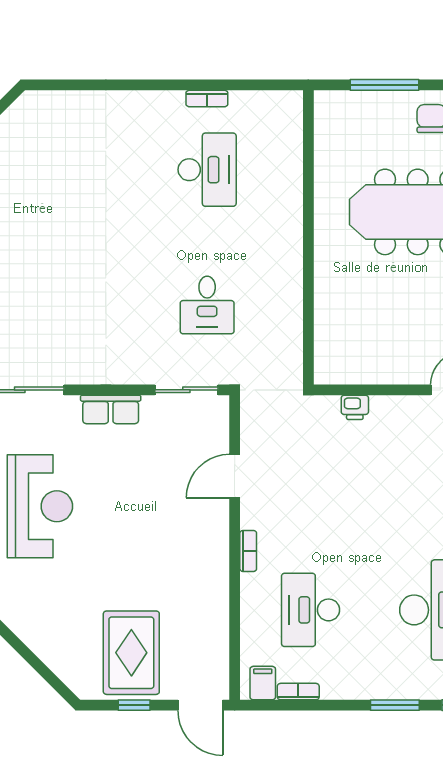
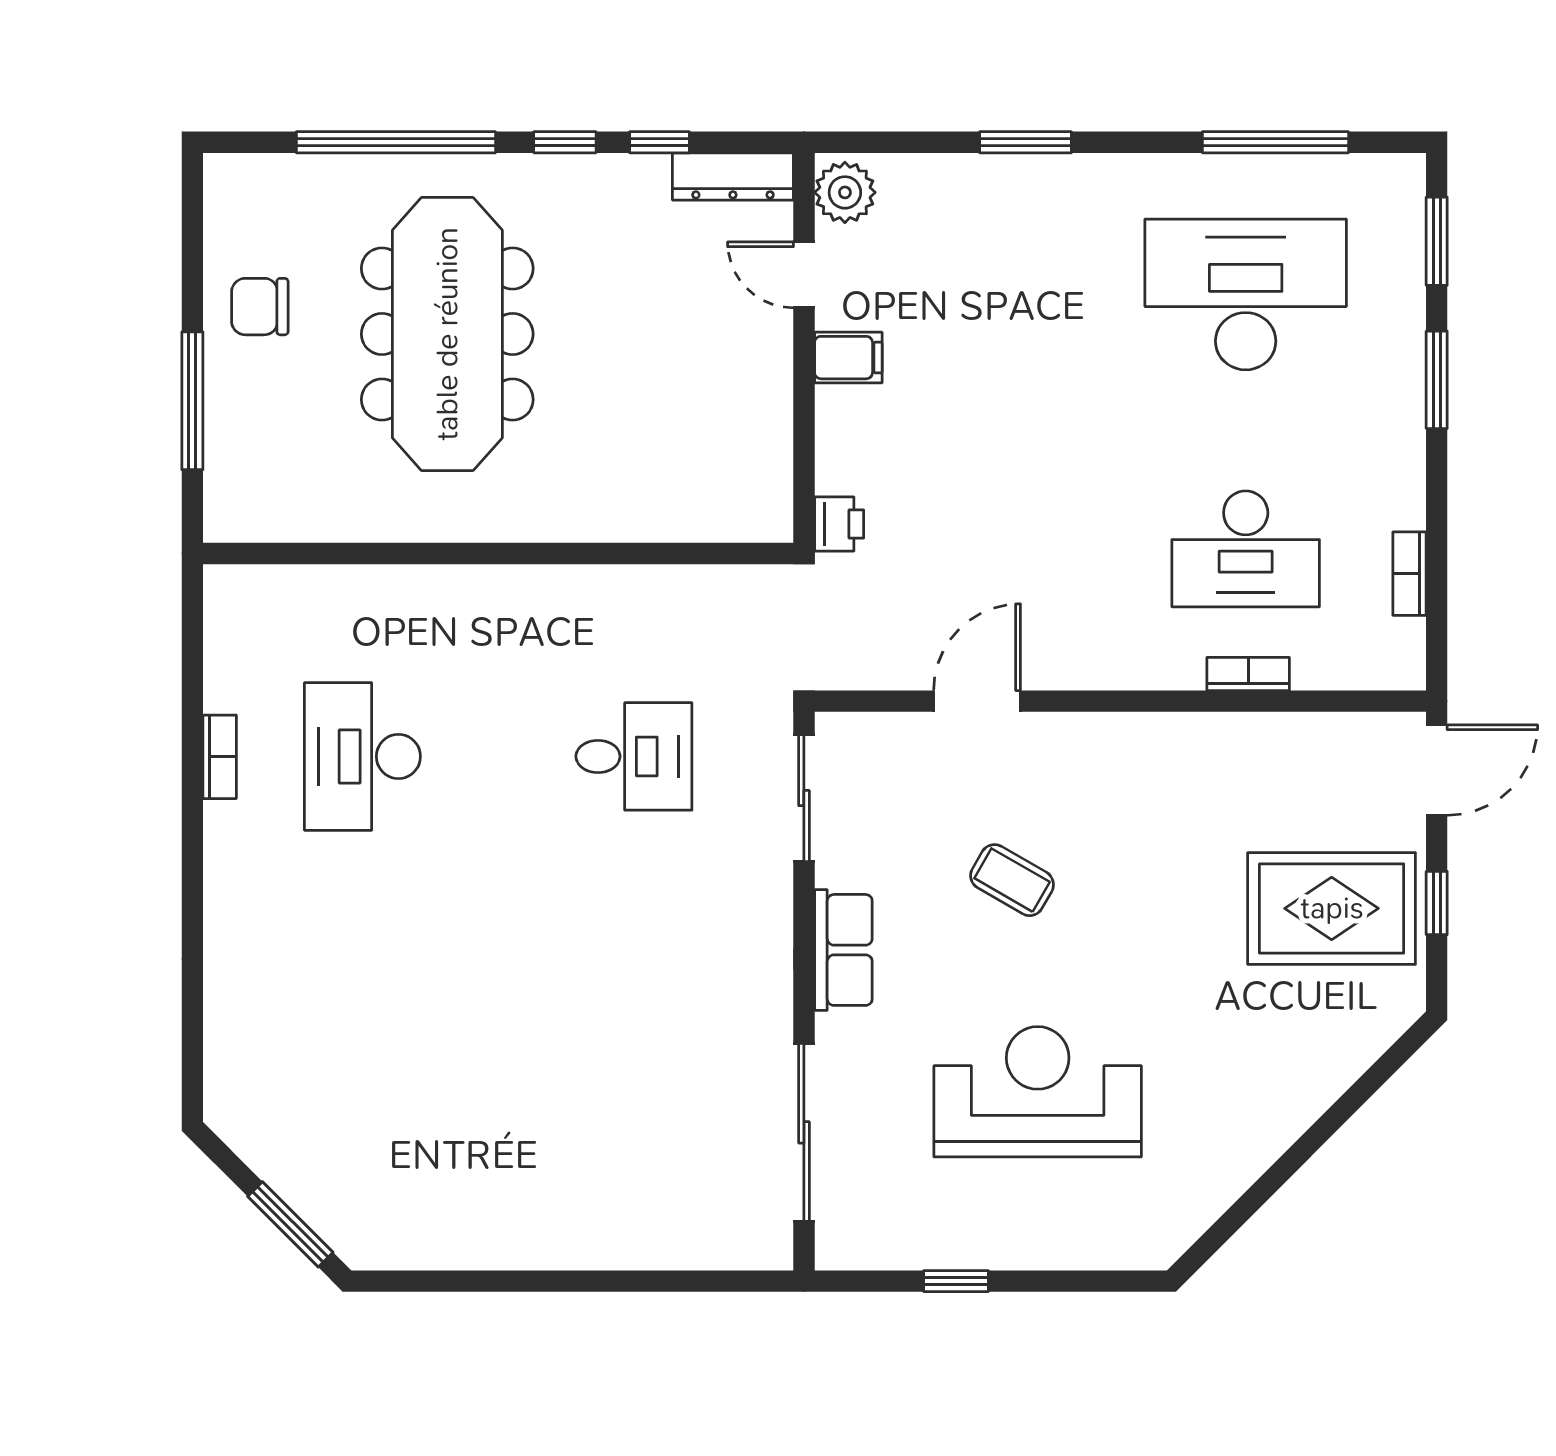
desk: (207, 170) -> (362, 756), turned -90
printer: (355, 407) -> (839, 524), moved
door: (235, 476) -> (977, 701), swing flipped
coffee table: (145, 493) -> (1012, 880), added
bookcase: (248, 551) -> (1248, 674), moved
filing cabinet: (263, 683) -> (848, 358), moved, turned 180

